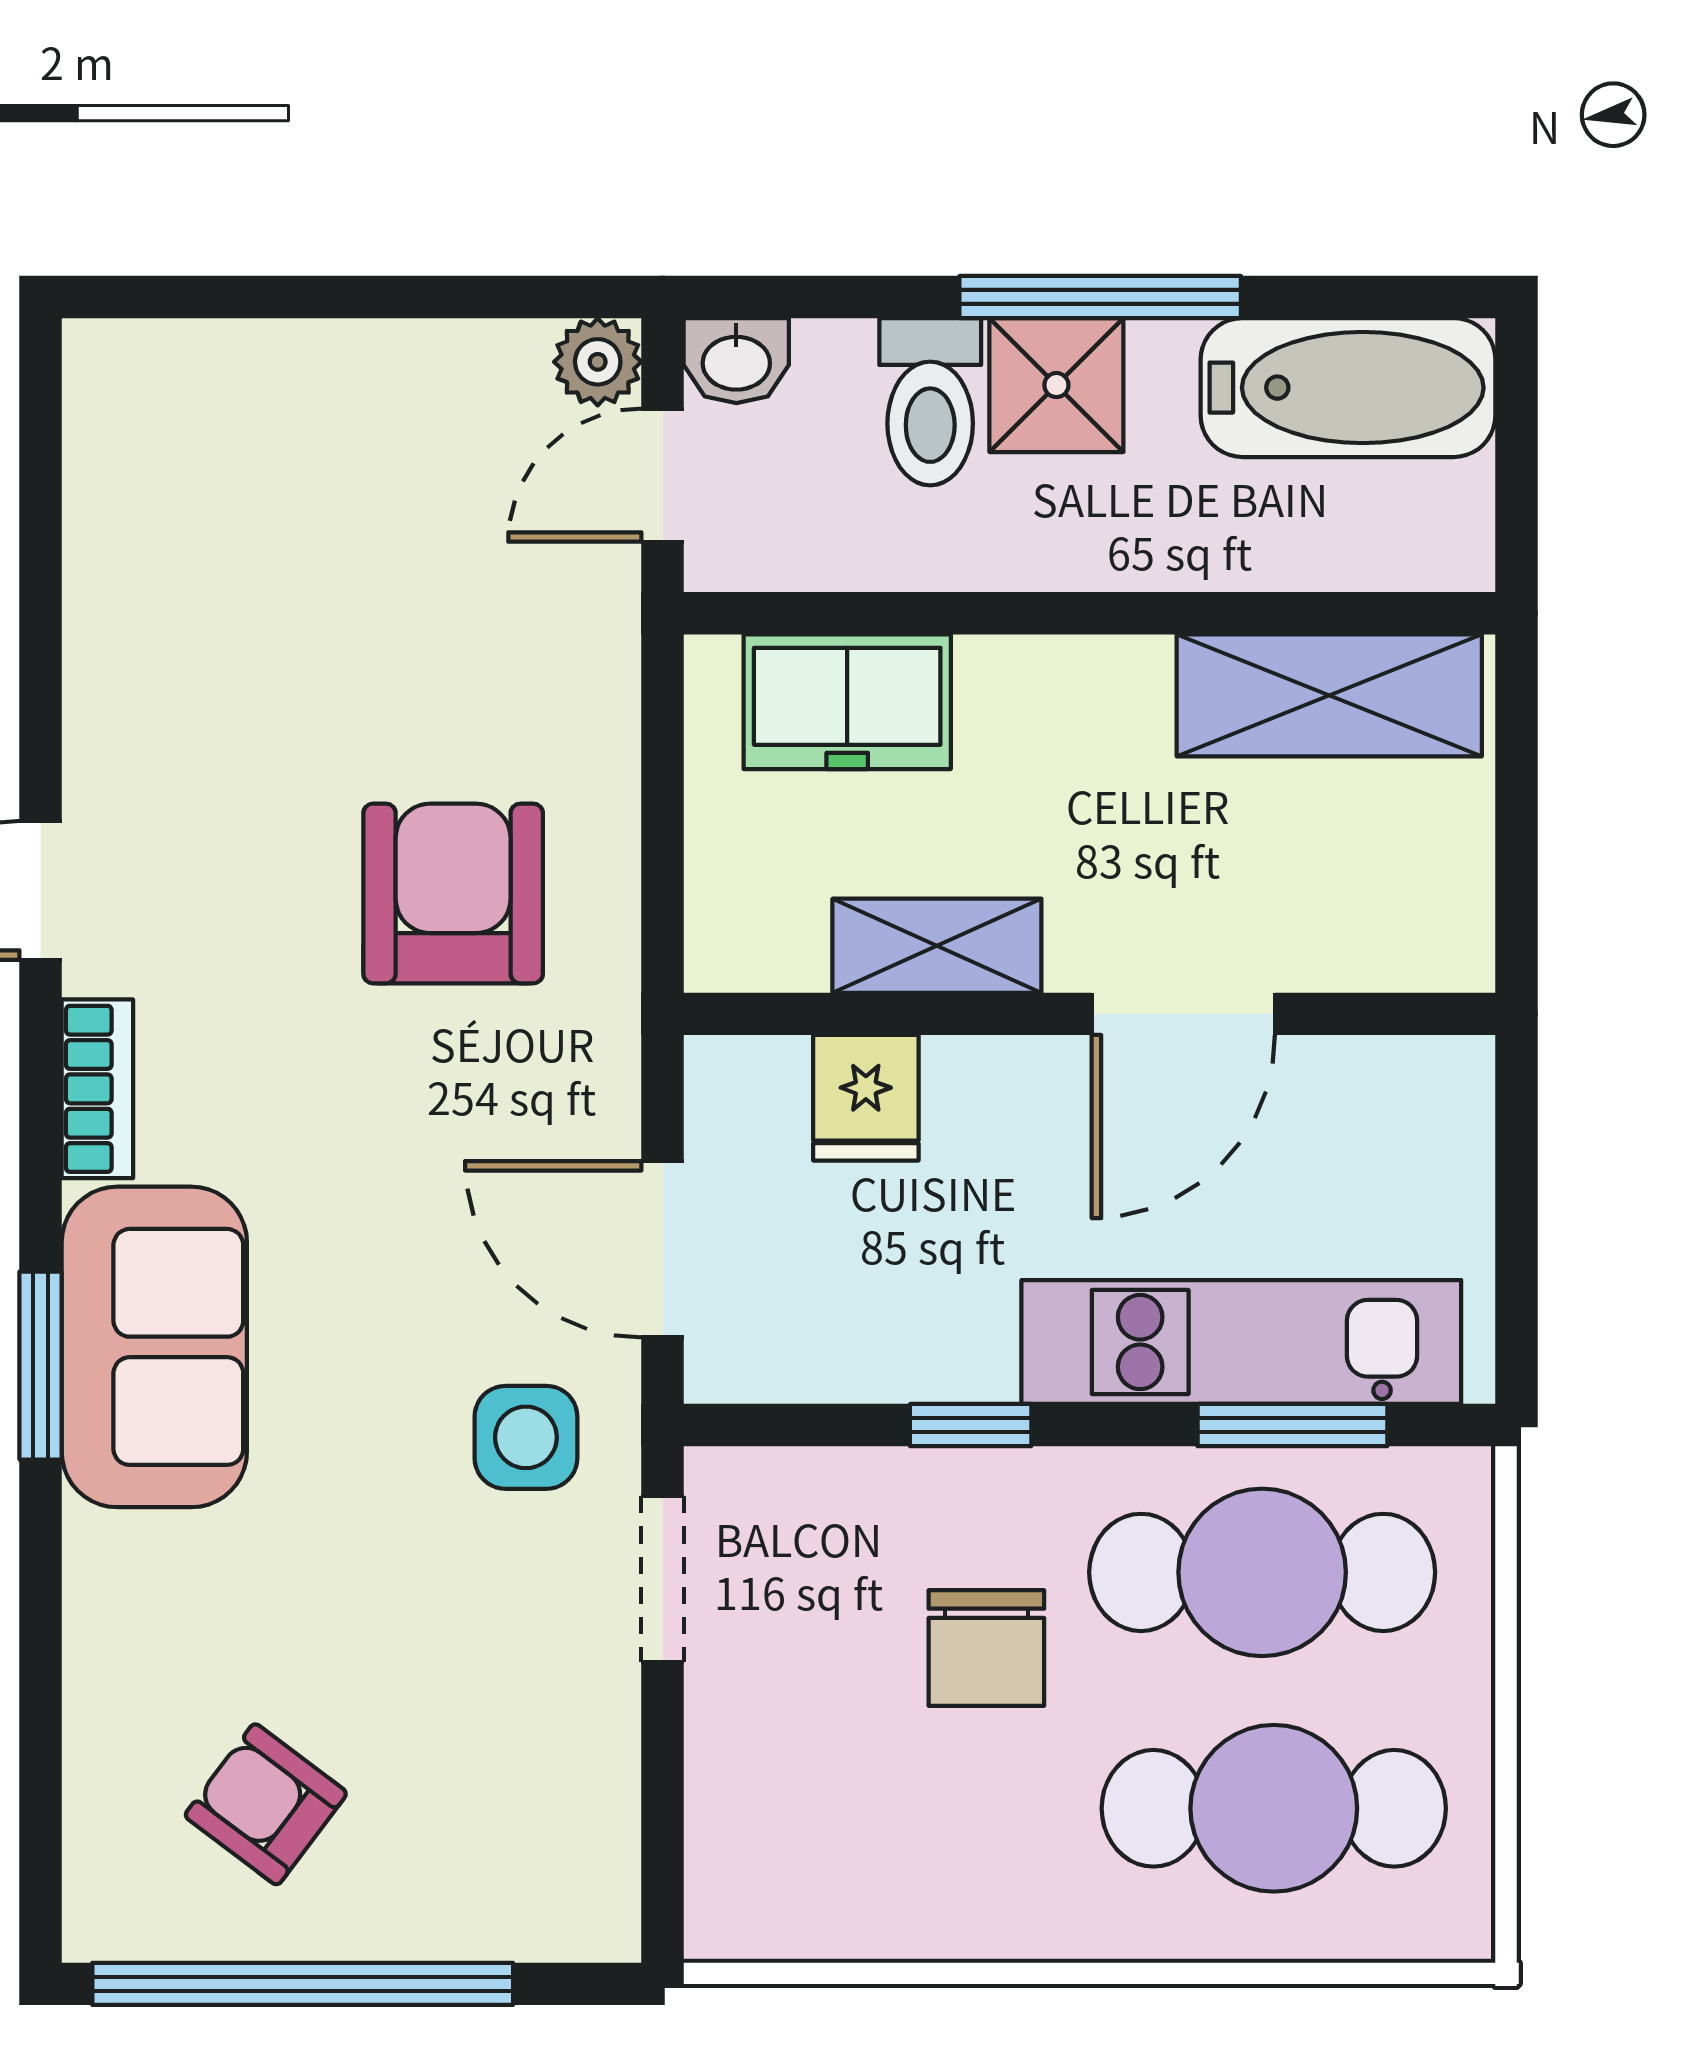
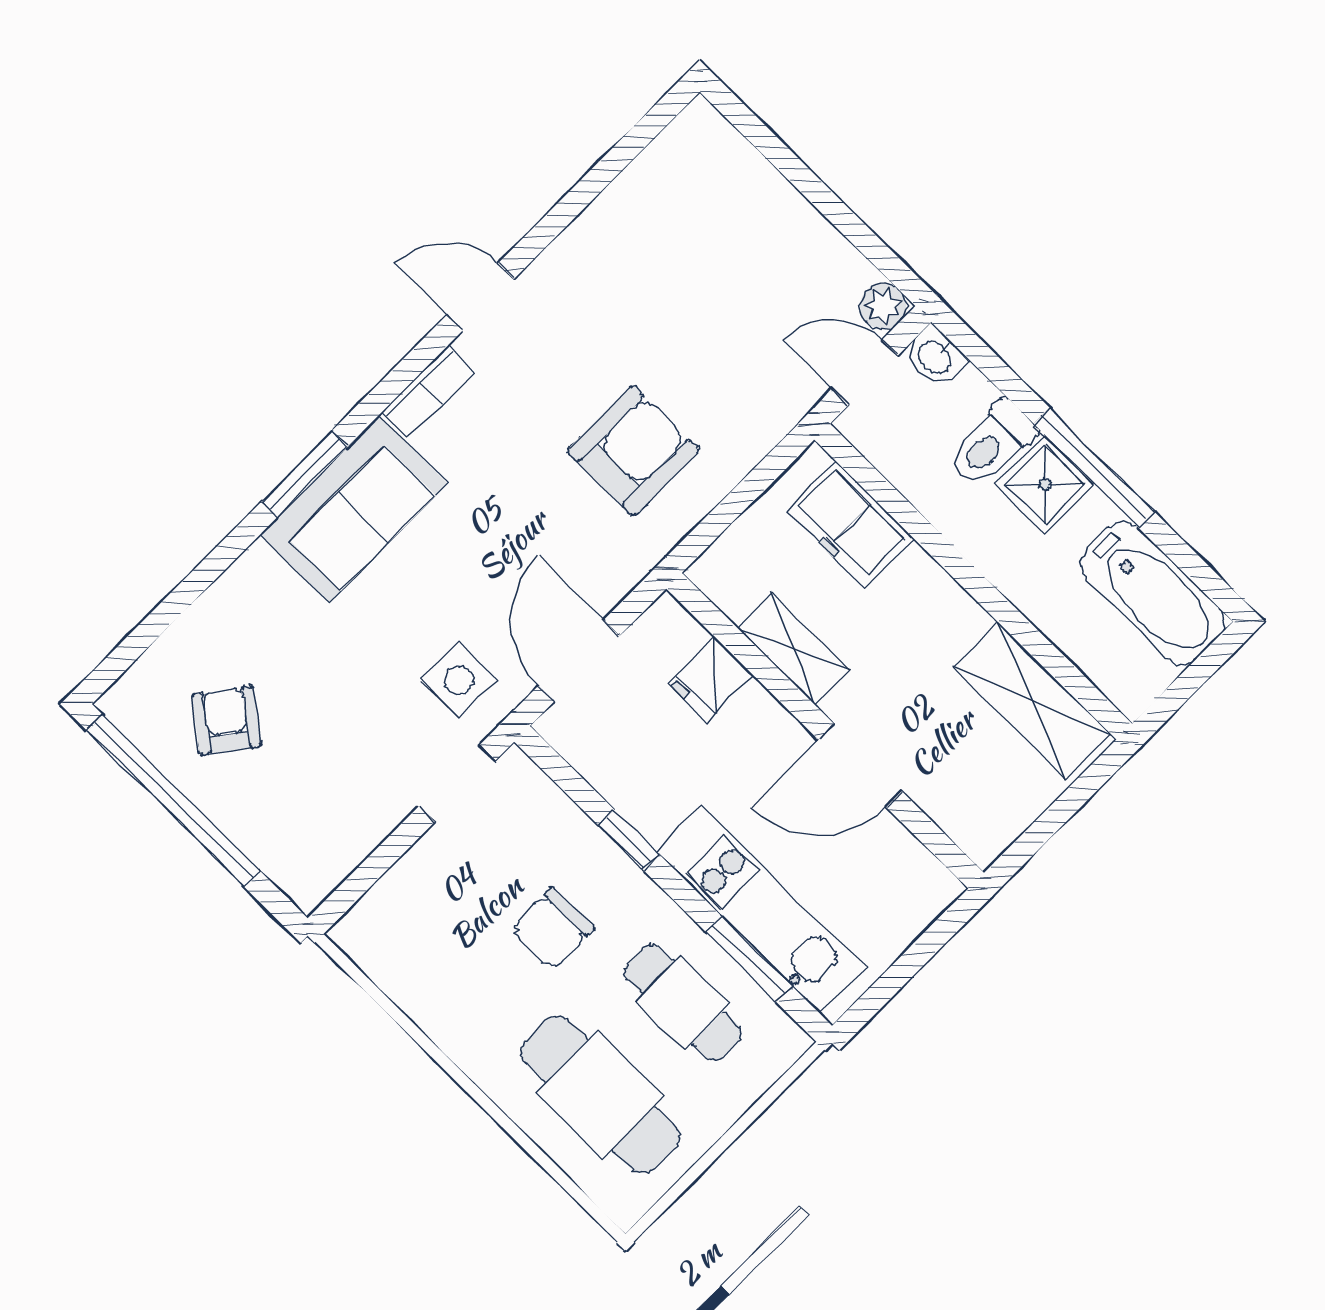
cafe table: (1262, 1572) -> (683, 1002), width x0.73, depth x0.74

